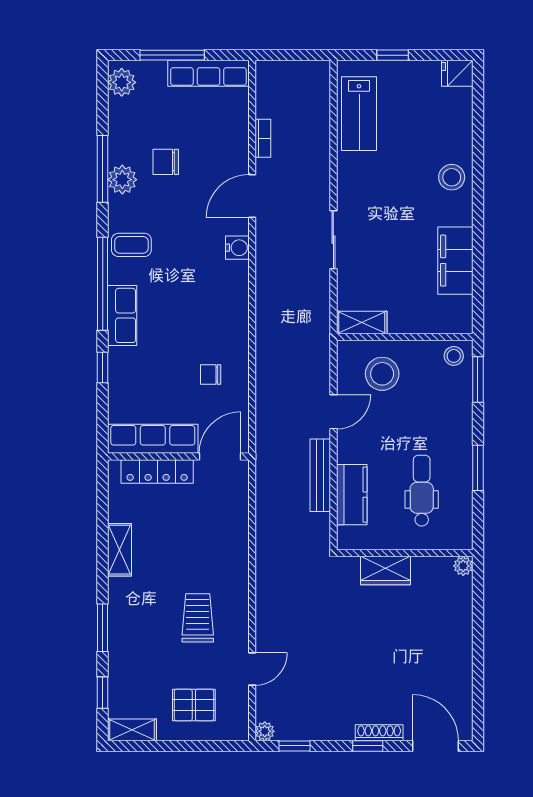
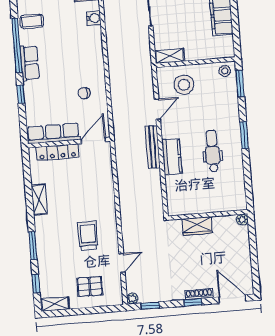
wall: (405, 553) -> (208, 215), moved
plant: (463, 566) -> (242, 220), moved
wardrobe: (386, 571) -> (197, 226), moved

